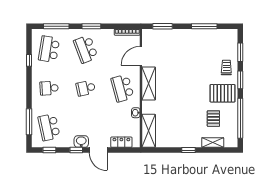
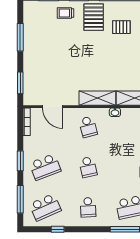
school desk: (49, 49) -> (45, 207), turned -33
shelving: (149, 83) -> (97, 98), moved
school desk: (122, 88) -> (88, 127), width x0.54

